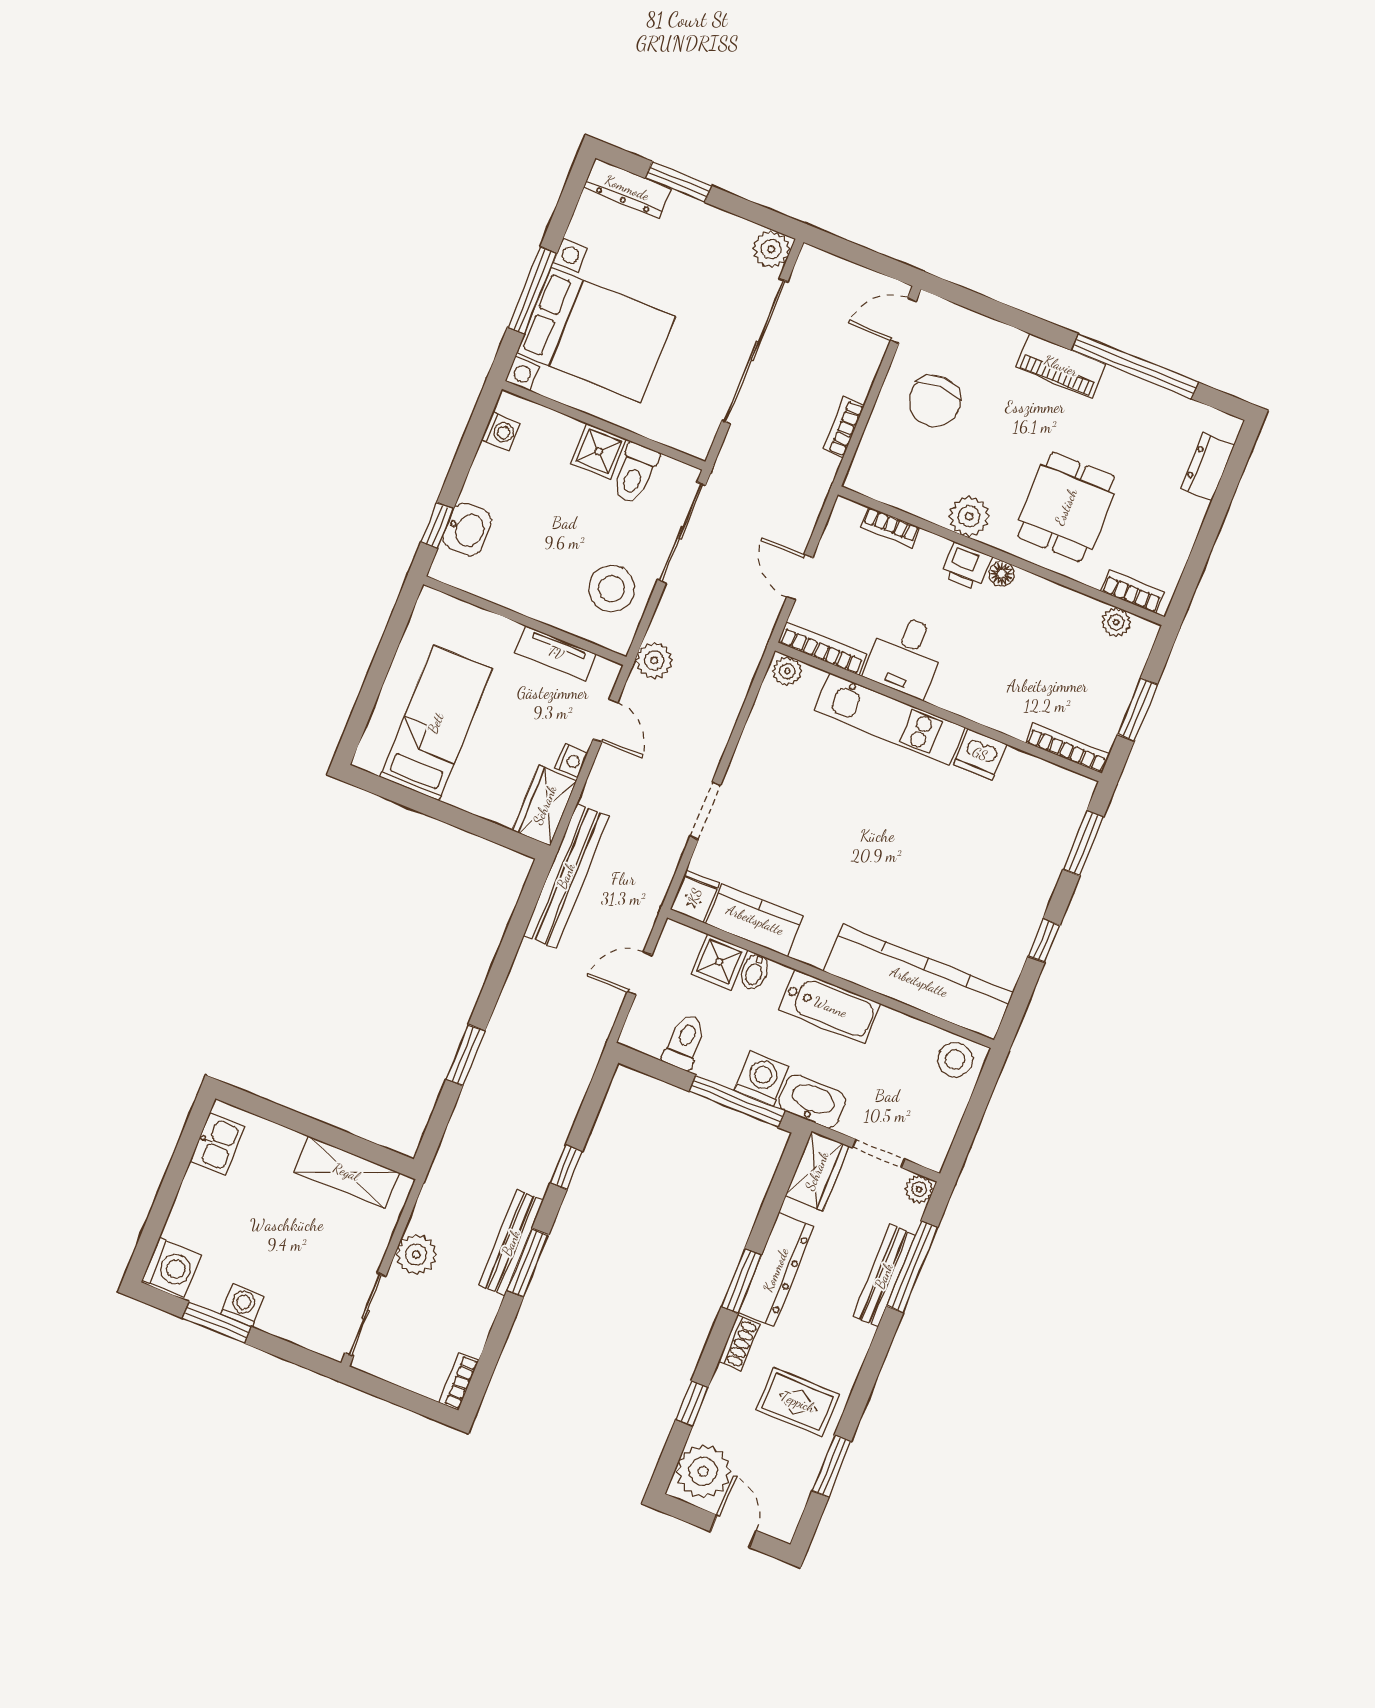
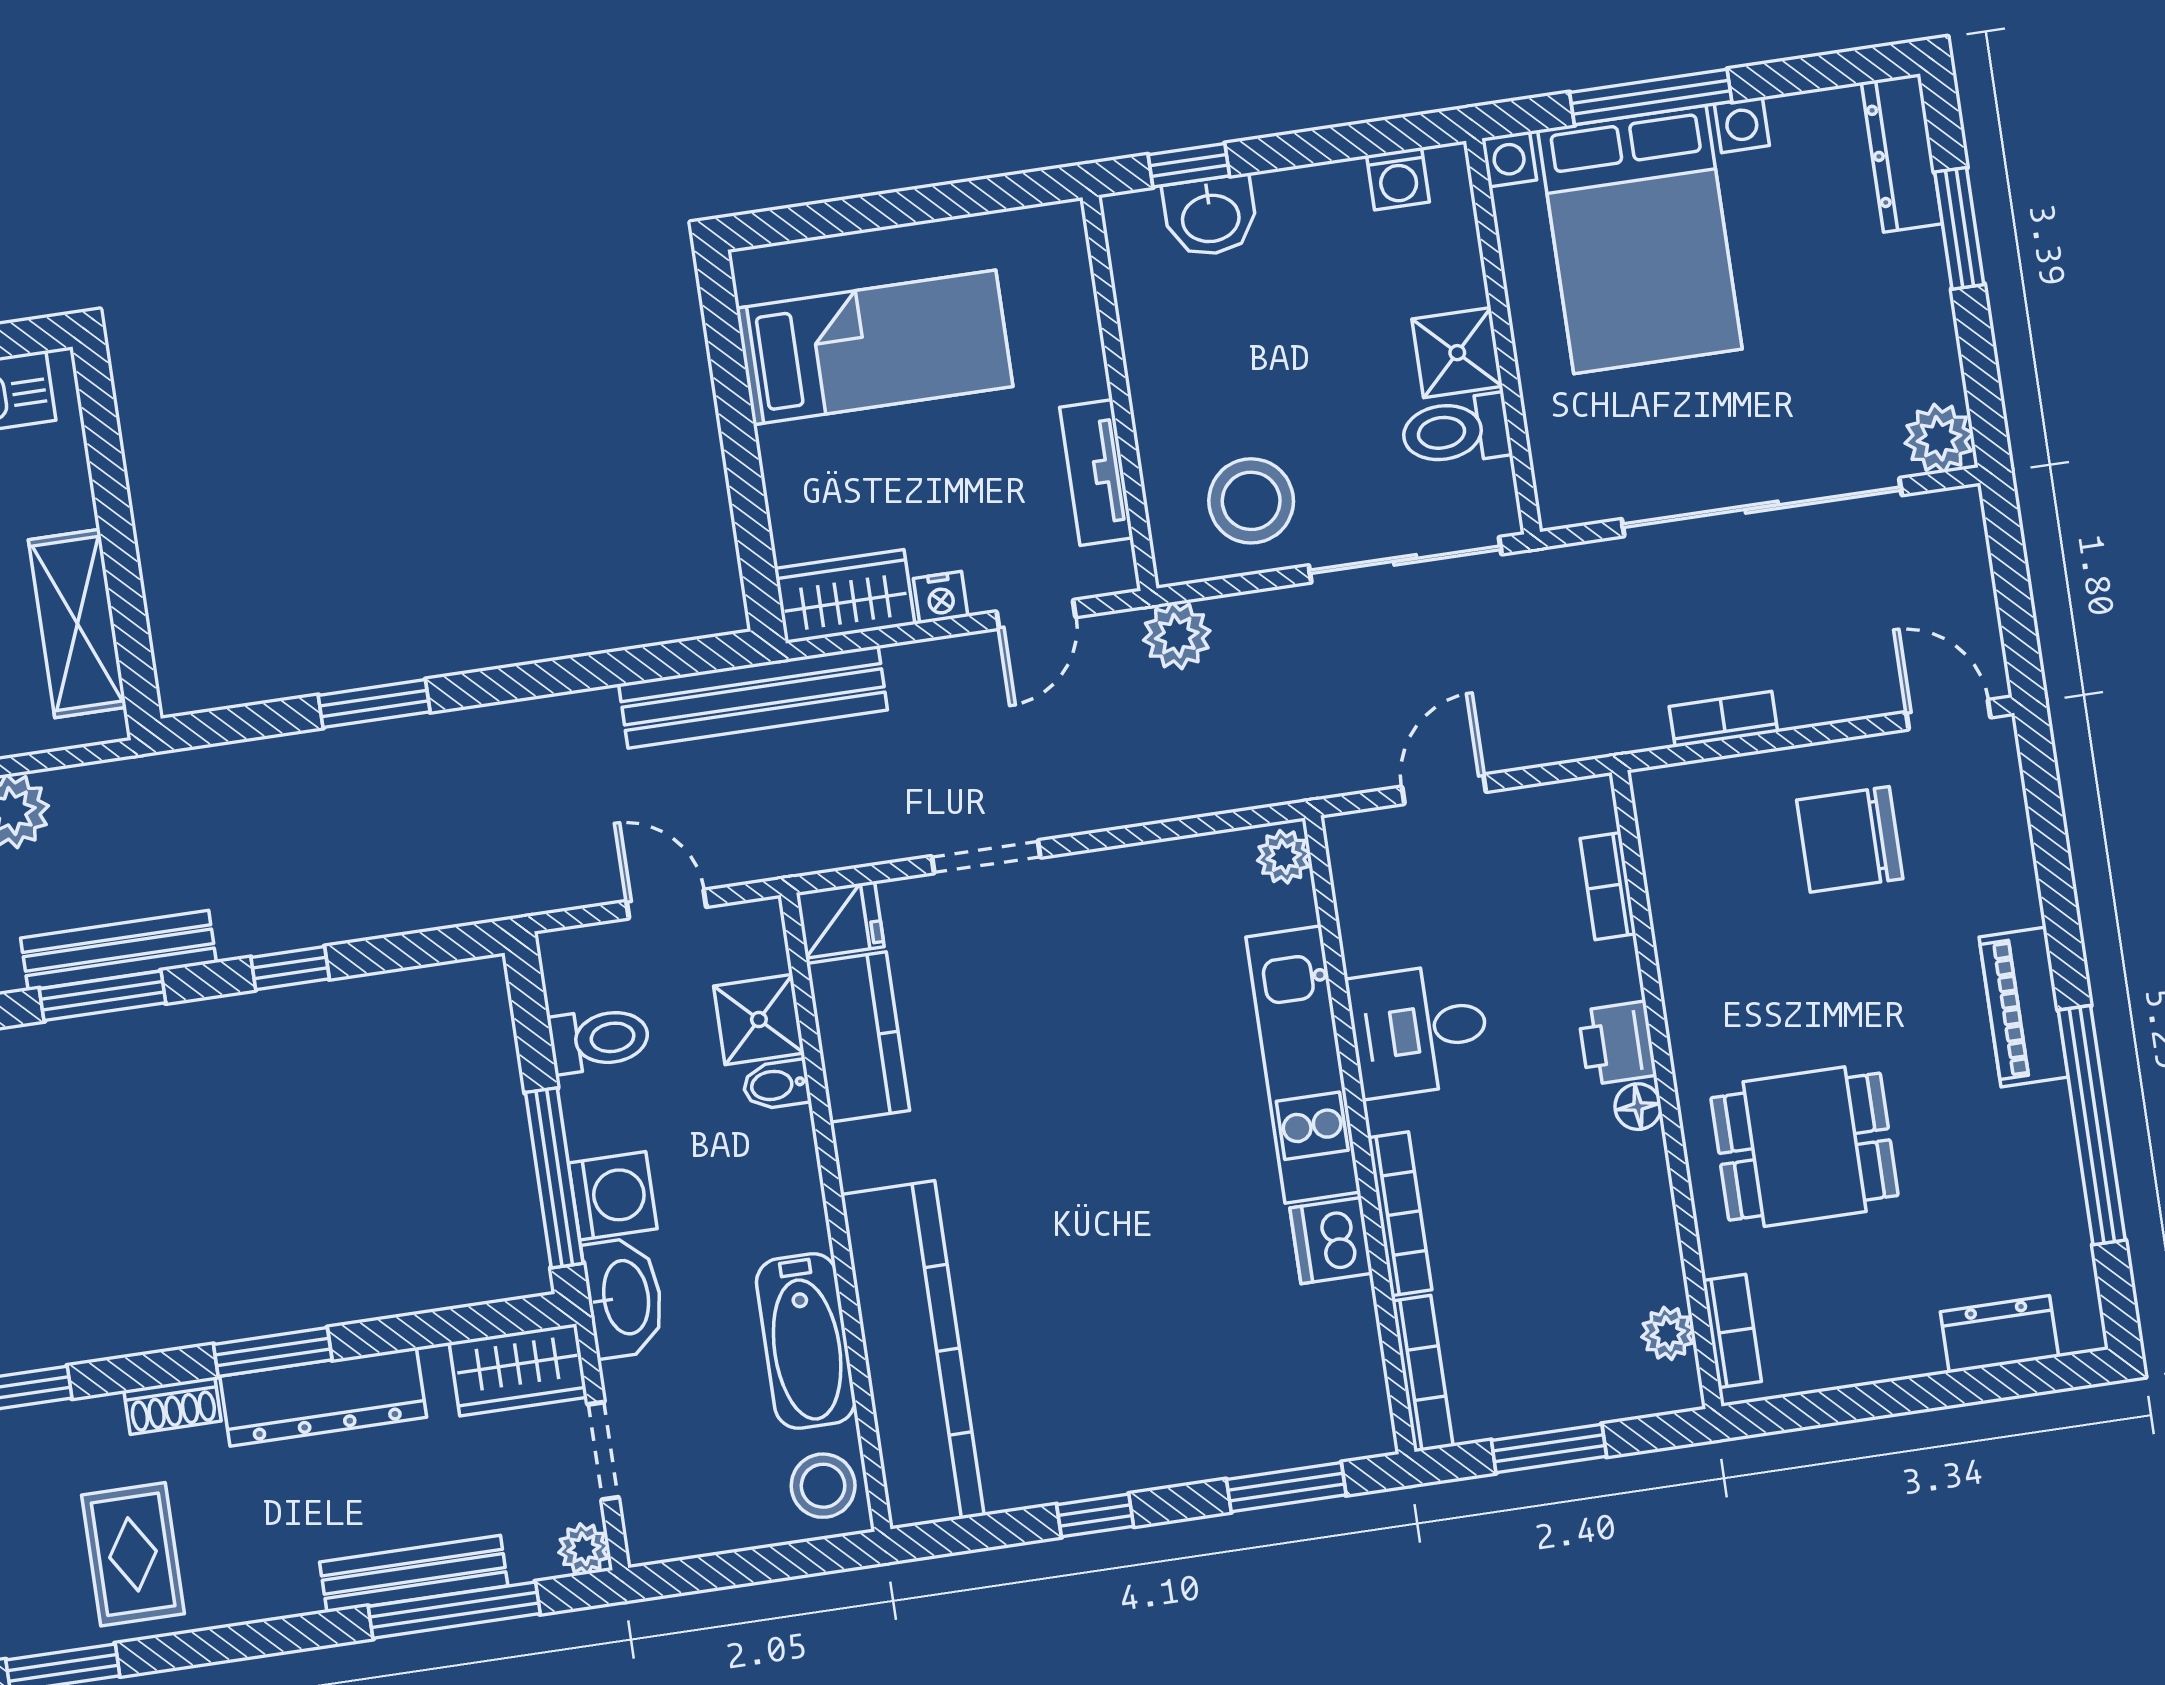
plant: (969, 516) -> (1699, 1001), removed
bookcase: (823, 649) -> (1400, 1214), moved
bathtub: (830, 1007) -> (806, 1341), moved

